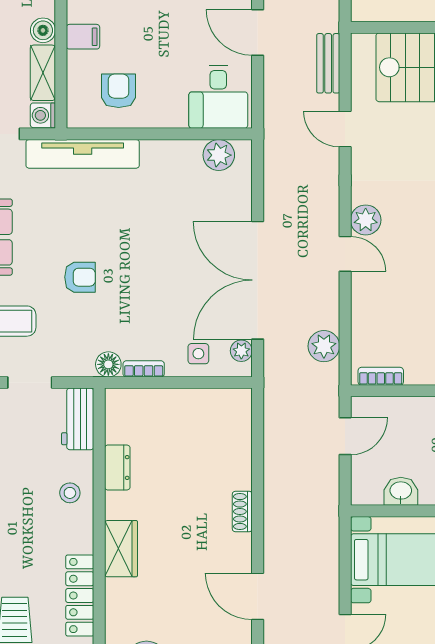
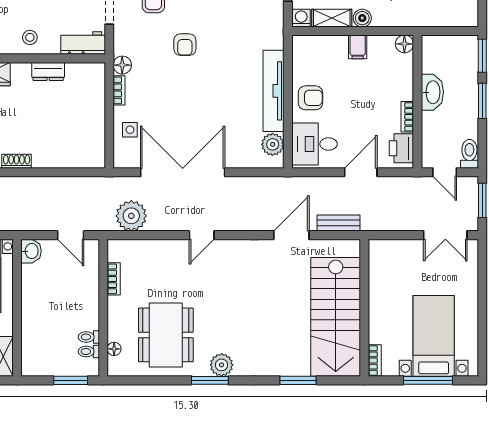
armchair: (119, 91) -> (310, 98), moved
door: (345, 129) -> (291, 235), width x1.38
tv unit: (83, 154) -> (274, 91), moved
plant: (366, 220) -> (226, 250), removed
plant: (324, 346) -> (131, 216), width x1.36, depth x1.36
plant: (241, 351) -> (132, 161), removed
bookcase: (381, 376) -> (114, 279), moved
washbasin: (401, 491) -> (31, 251), moved

